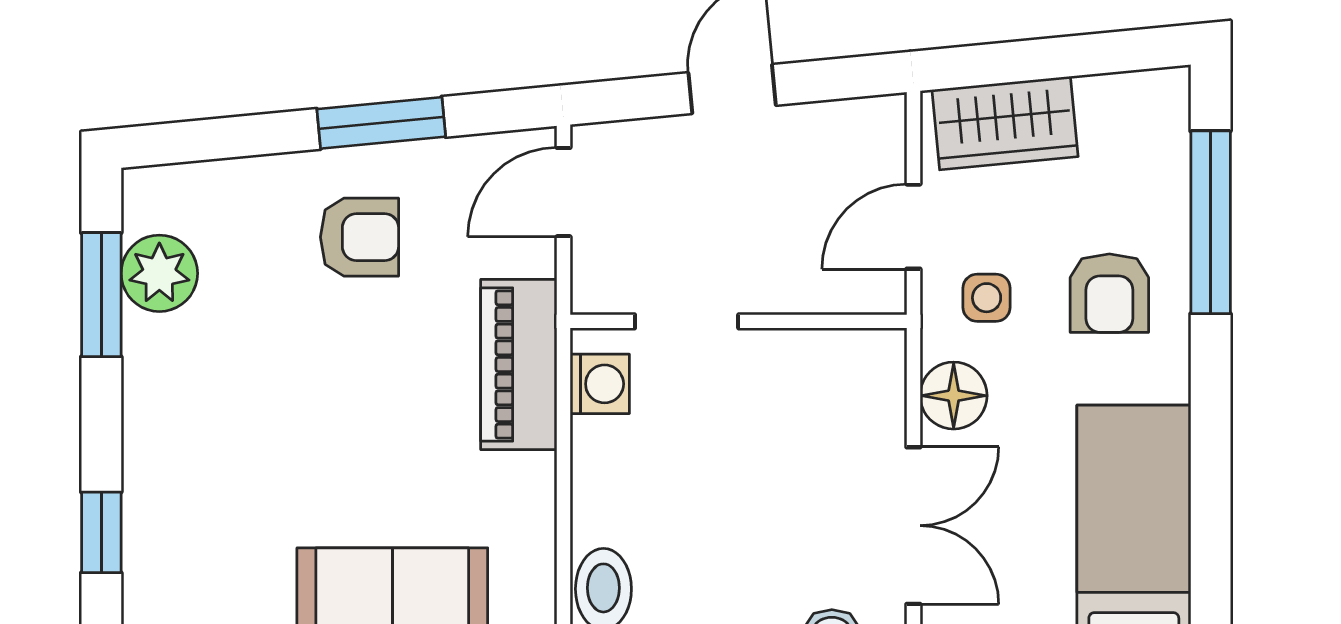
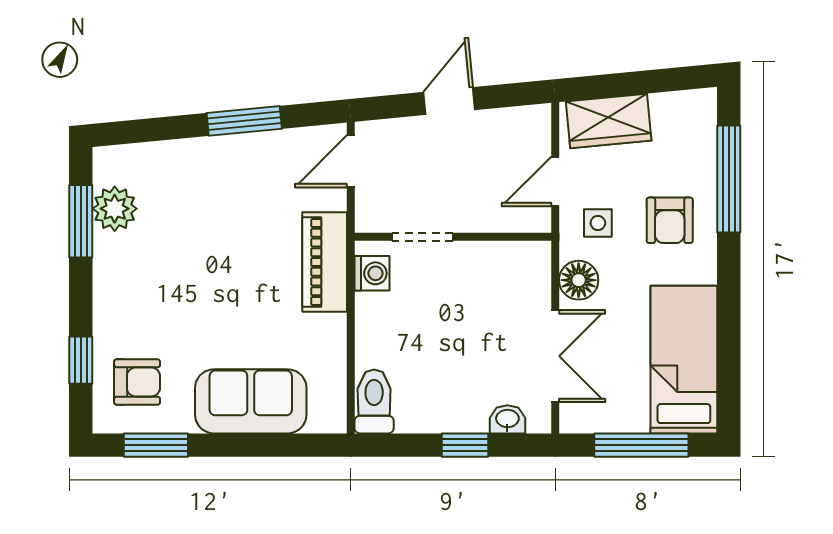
armchair: (360, 237) -> (137, 382), moved

